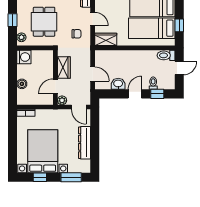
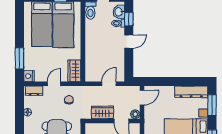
washbasin: (118, 84) -> (119, 12), moved
door: (135, 94) -> (129, 42), swing flipped
dresser: (85, 143) -> (191, 92), moved

